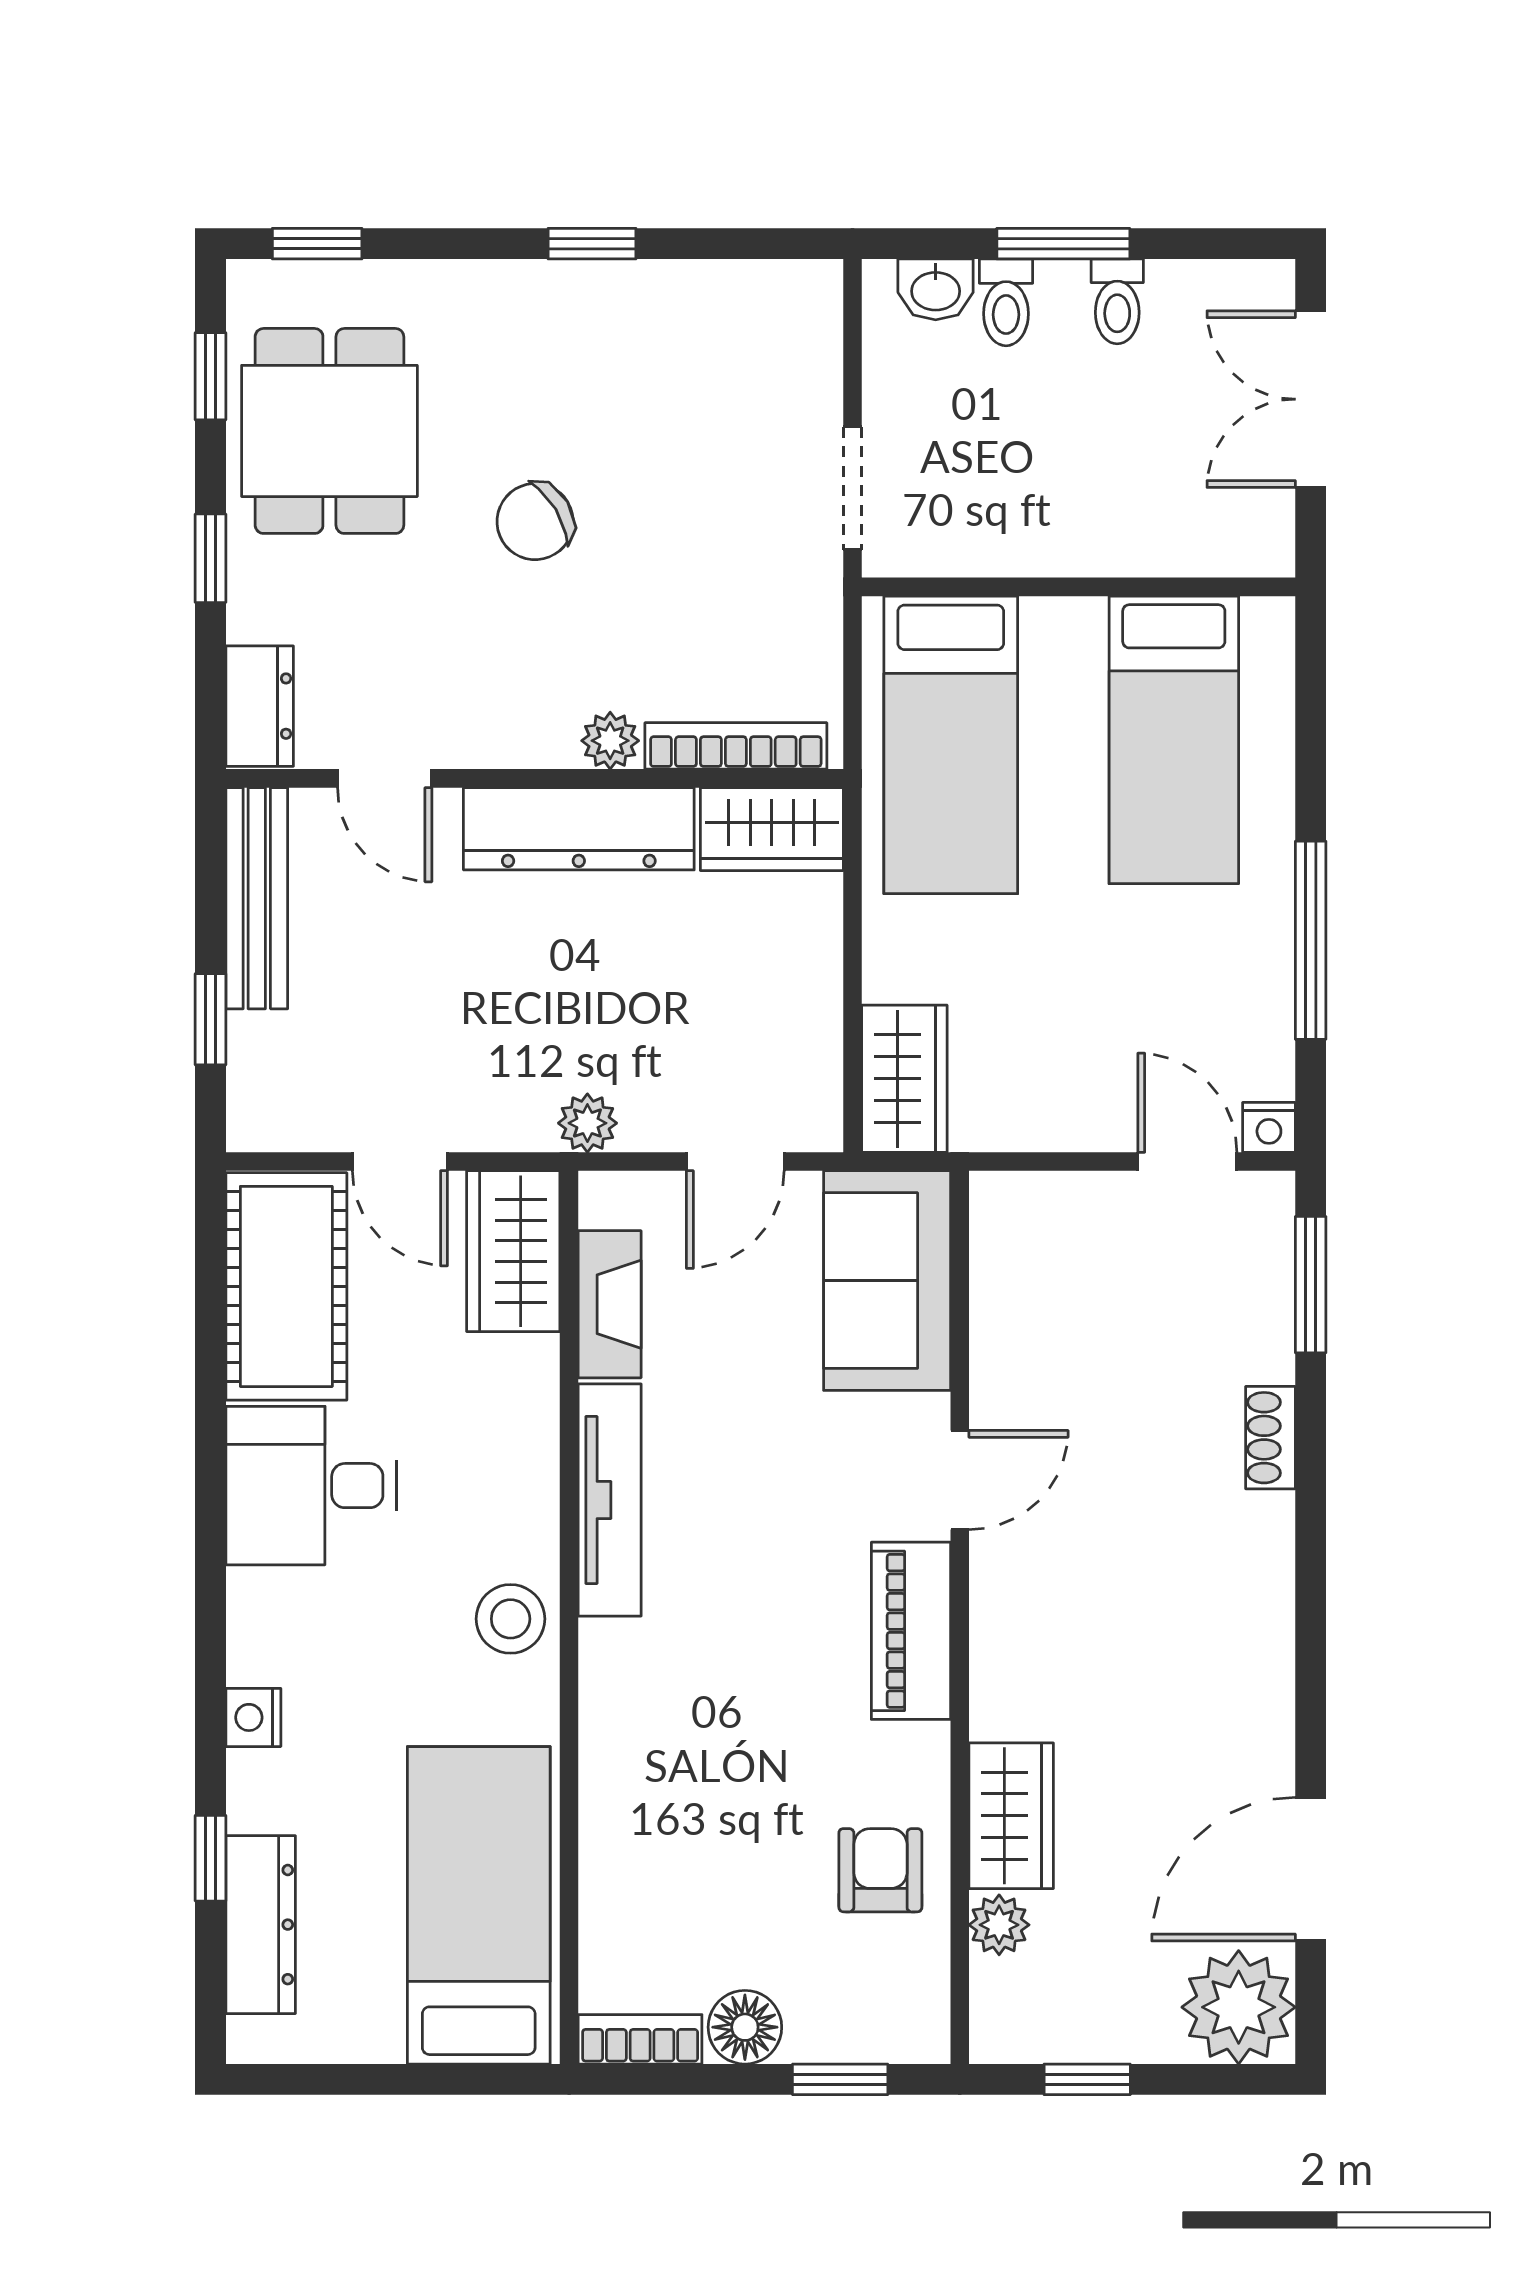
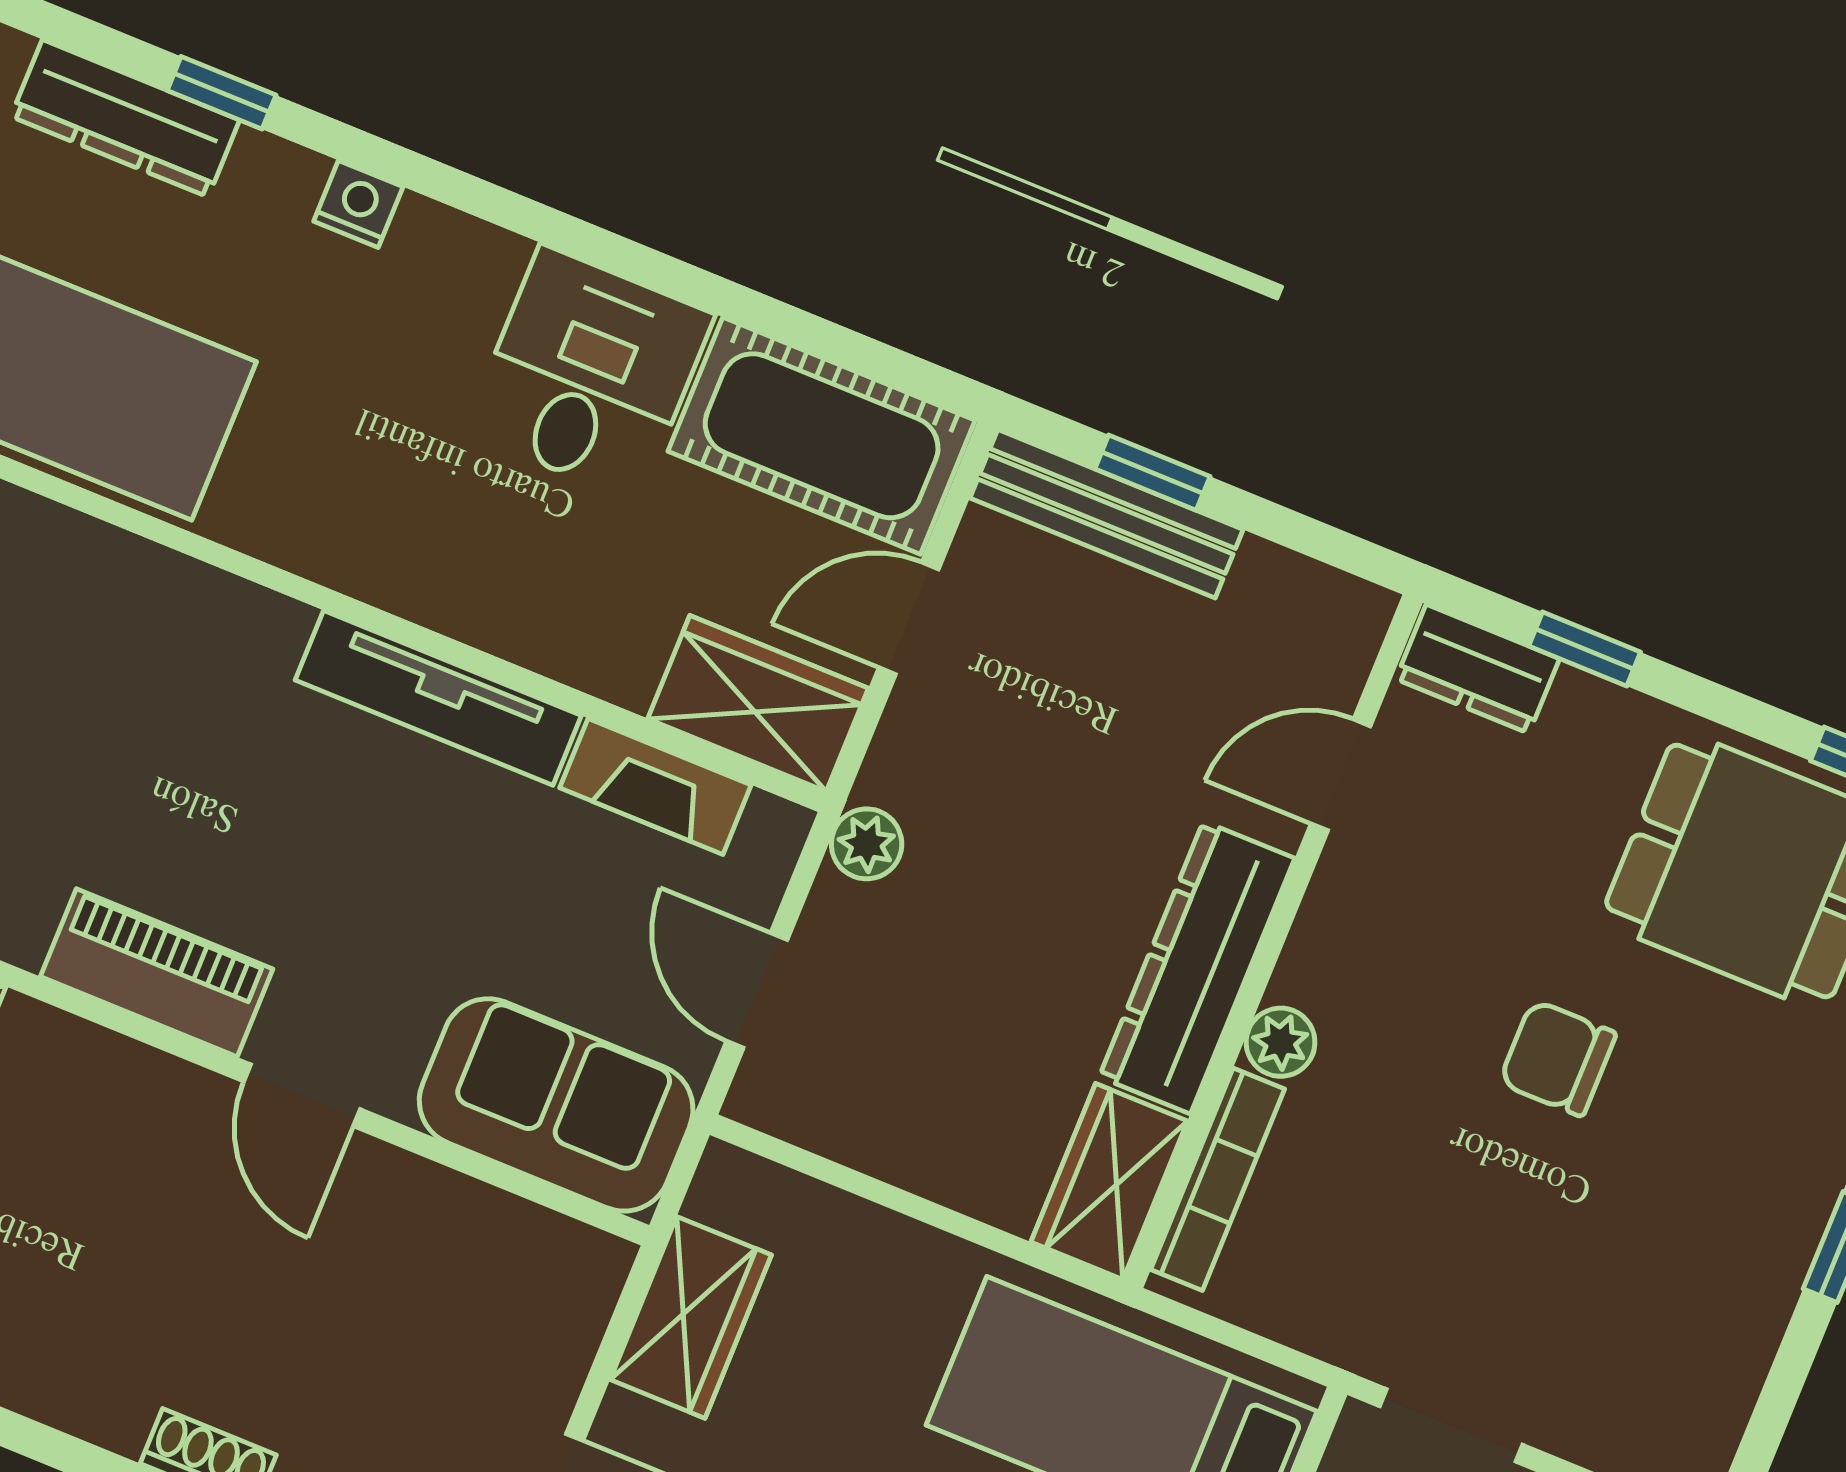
chair: (535, 522) -> (1558, 1058), turned -59
window: (210, 558) -> (1585, 649), moved
bench: (257, 898) -> (1106, 514), moved
wardrobe: (904, 1079) -> (691, 1317), moved, turned -90
stool: (511, 1619) -> (351, 534), removed

